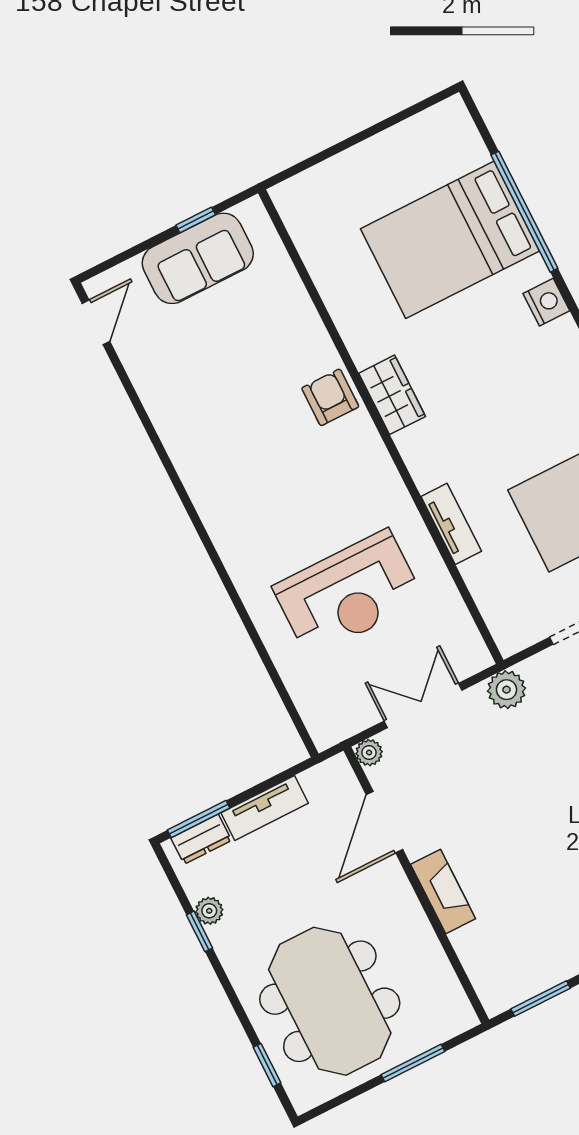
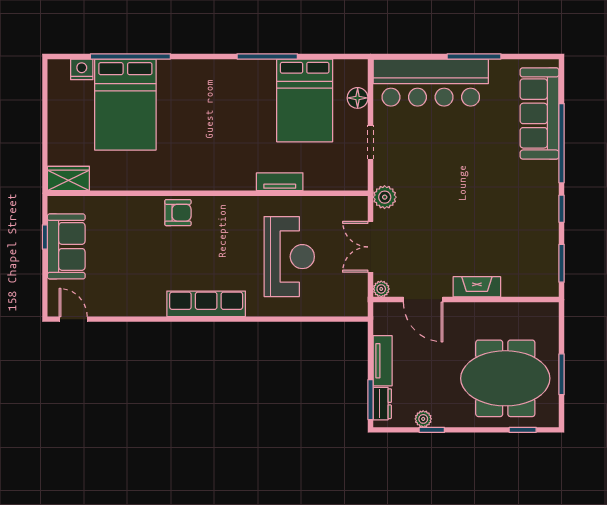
nightstand: (546, 302) -> (82, 69), moved
wardrobe: (392, 395) -> (68, 178), moved
armchair: (330, 397) -> (178, 213), turned 180
row of seats: (217, 506) -> (206, 304), added
window: (413, 1063) -> (562, 374), moved

